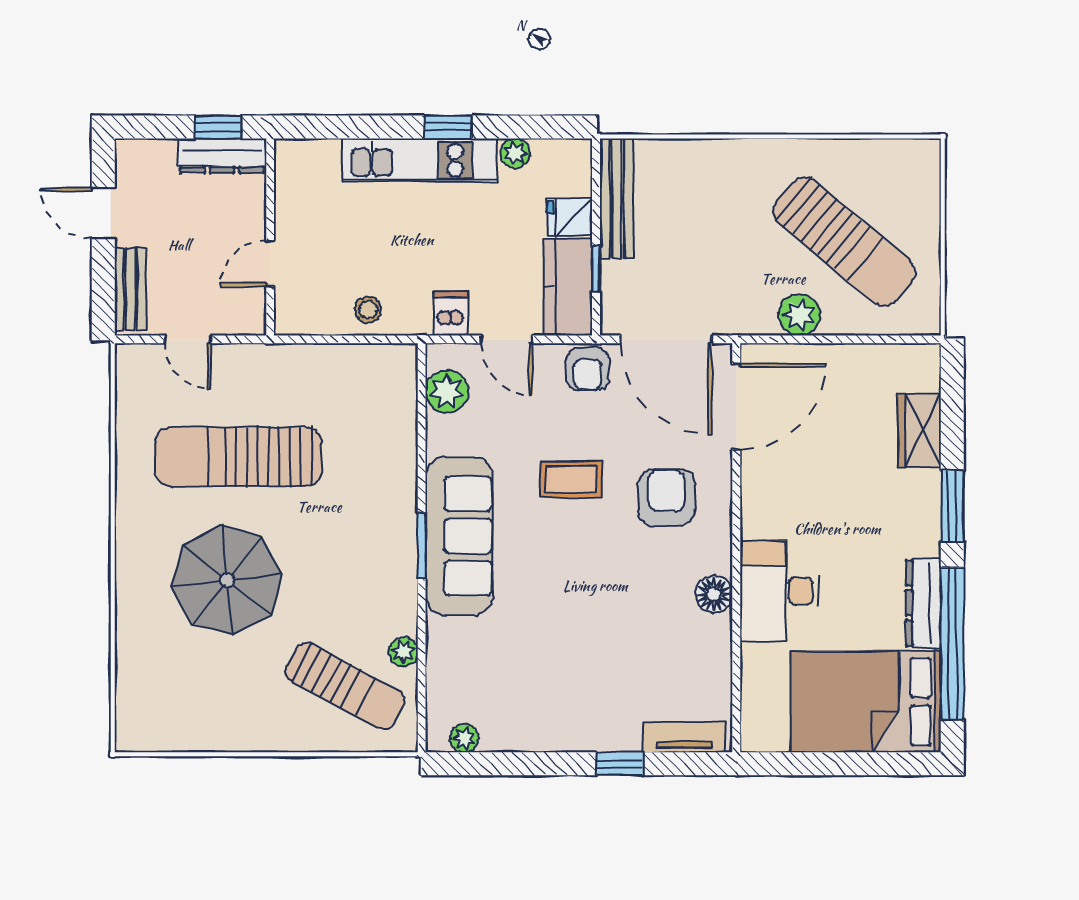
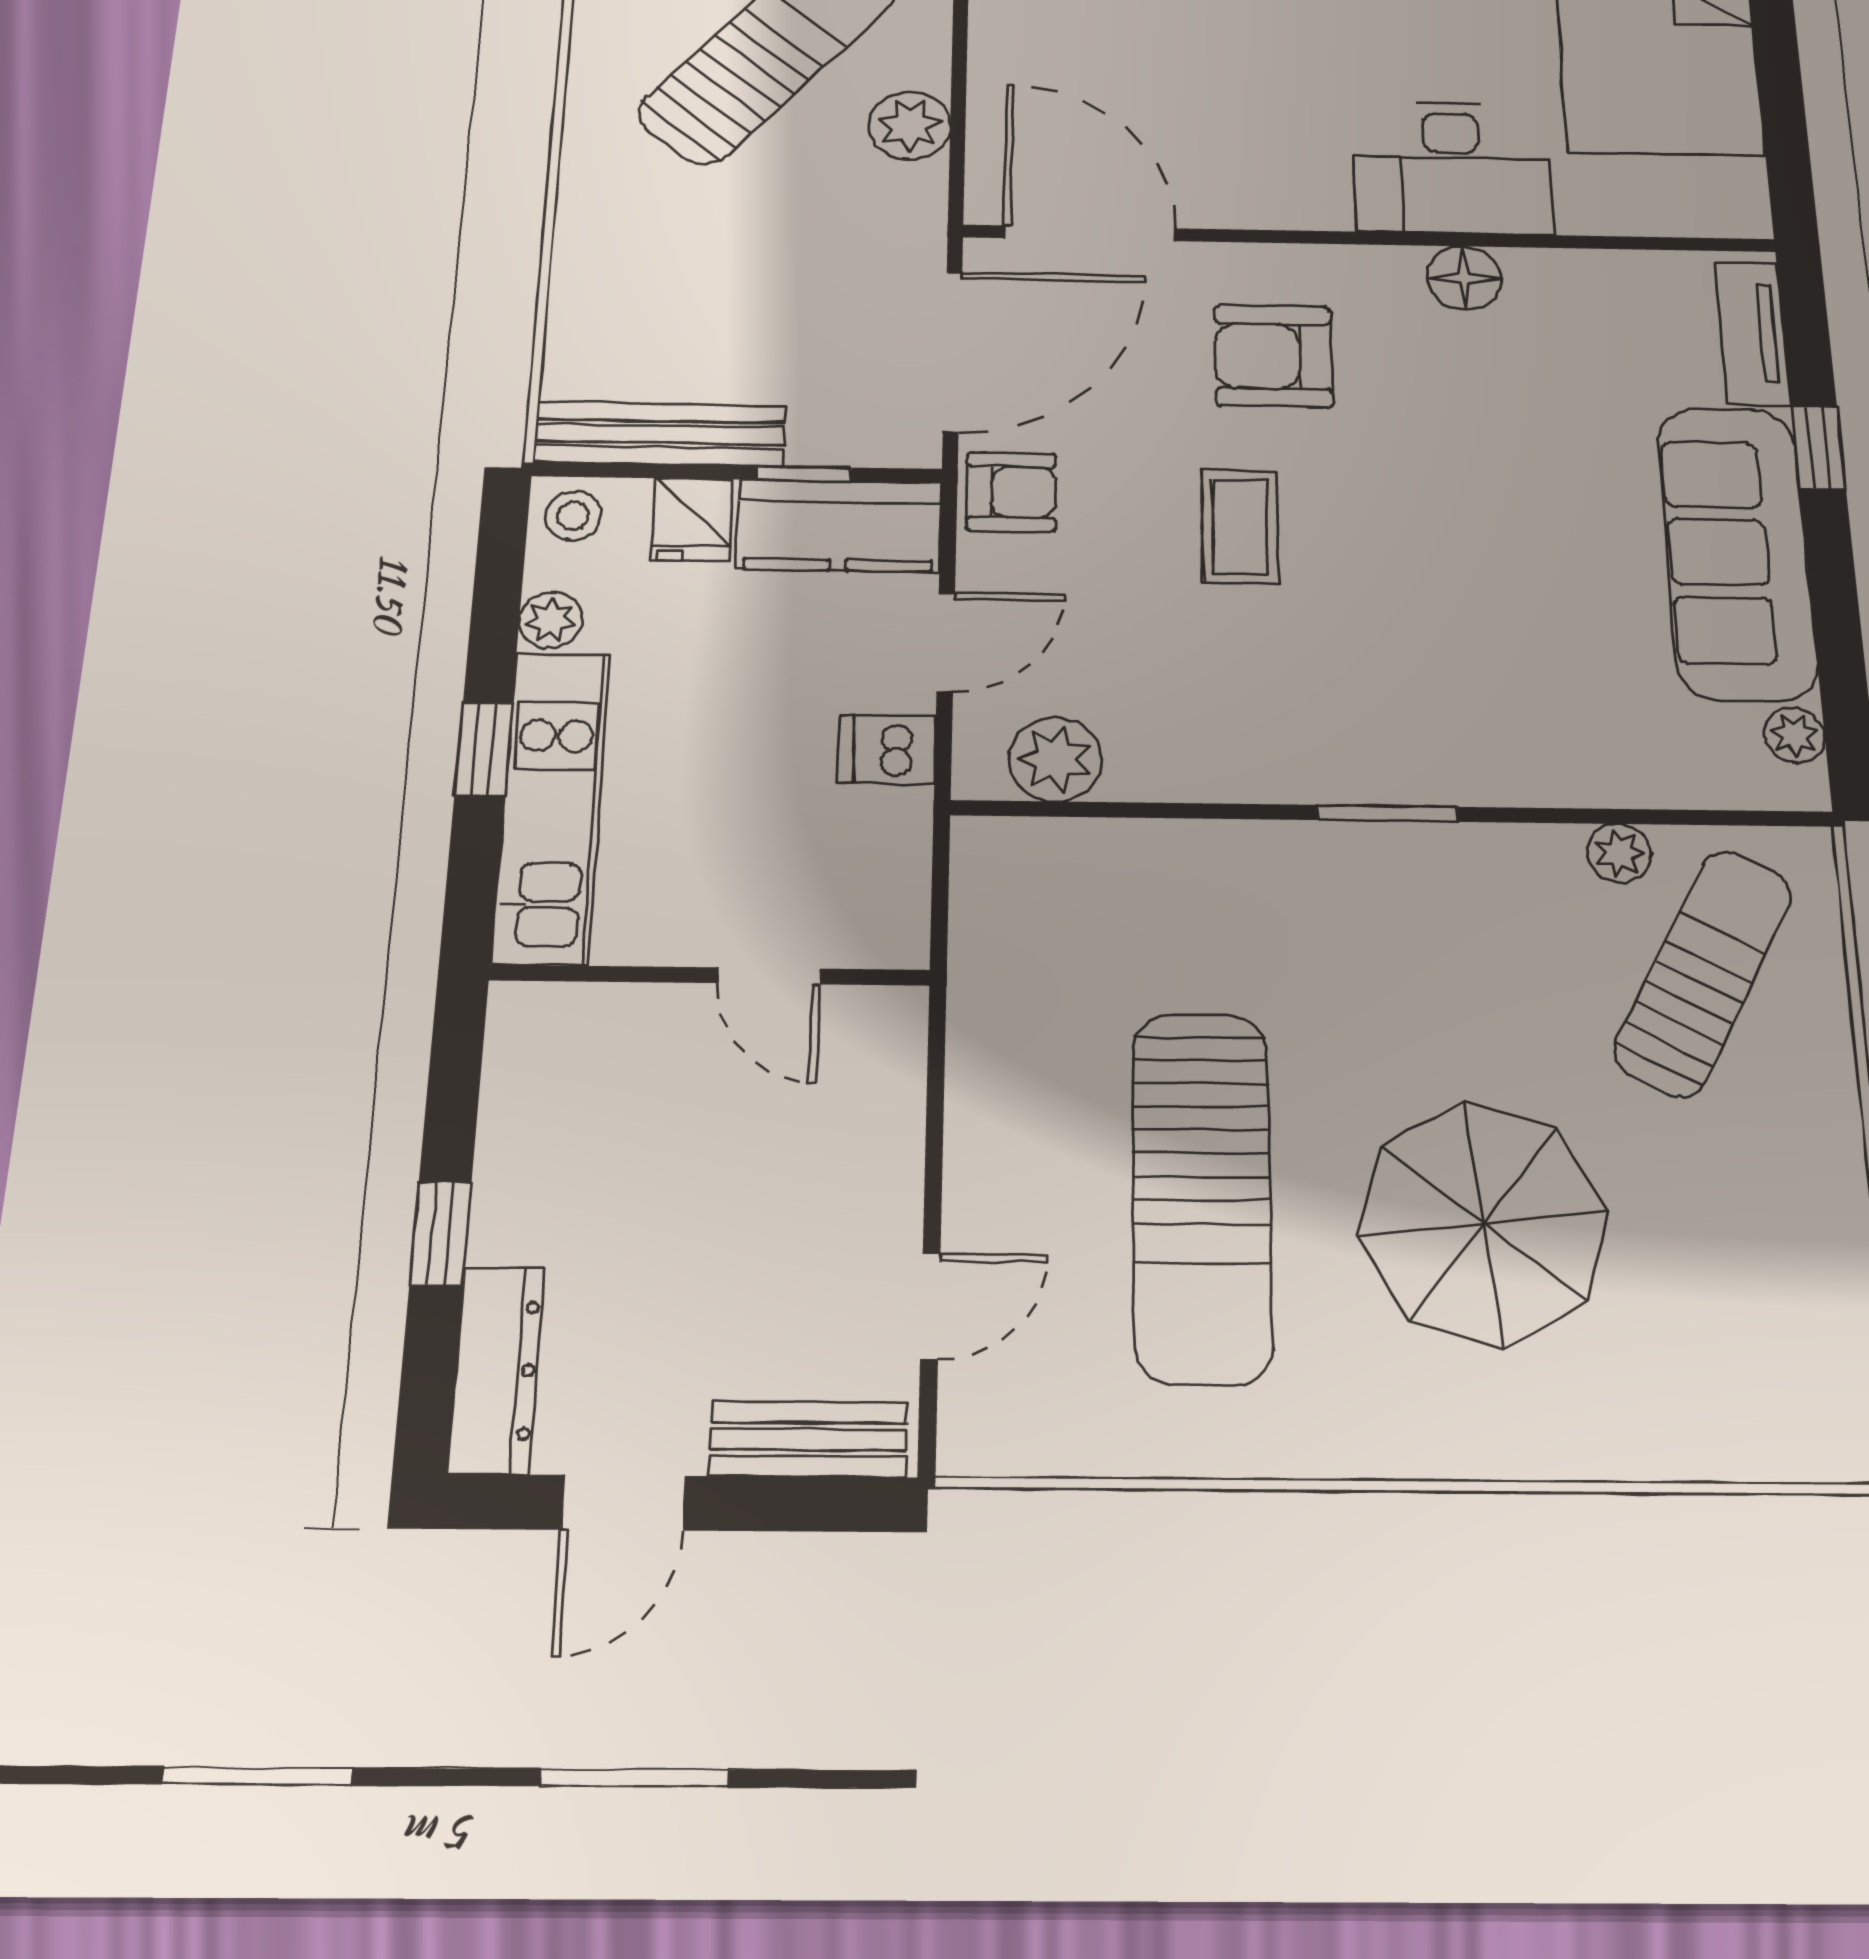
dresser: (222, 156) -> (496, 1370), moved
wall: (270, 237) -> (710, 975), moved
door: (270, 263) -> (769, 976), moved
stool: (368, 310) -> (573, 516), moved
sofa: (459, 536) -> (1736, 552), moved, turned -90

